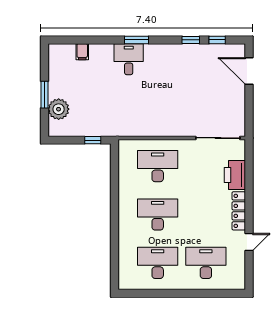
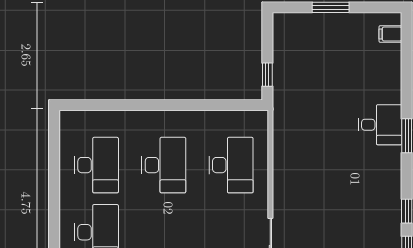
filing cabinet: (82, 52) -> (390, 34), moved
plant: (59, 109) -> (310, 27), removed

